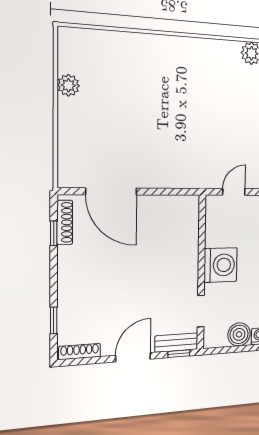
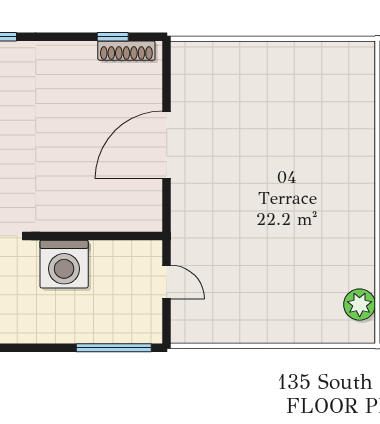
plant: (68, 85) -> (302, 55), removed
door: (111, 191) -> (167, 145), moved

